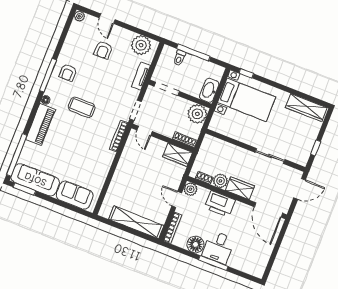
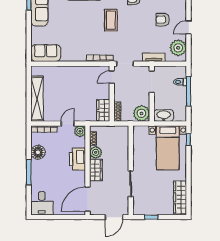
door: (107, 19) -> (189, 27), moved
door: (300, 189) -> (114, 217), hinge flipped
sofa: (75, 195) -> (46, 53), moved, turned -90
desk: (218, 247) -> (42, 203), moved, turned -90

